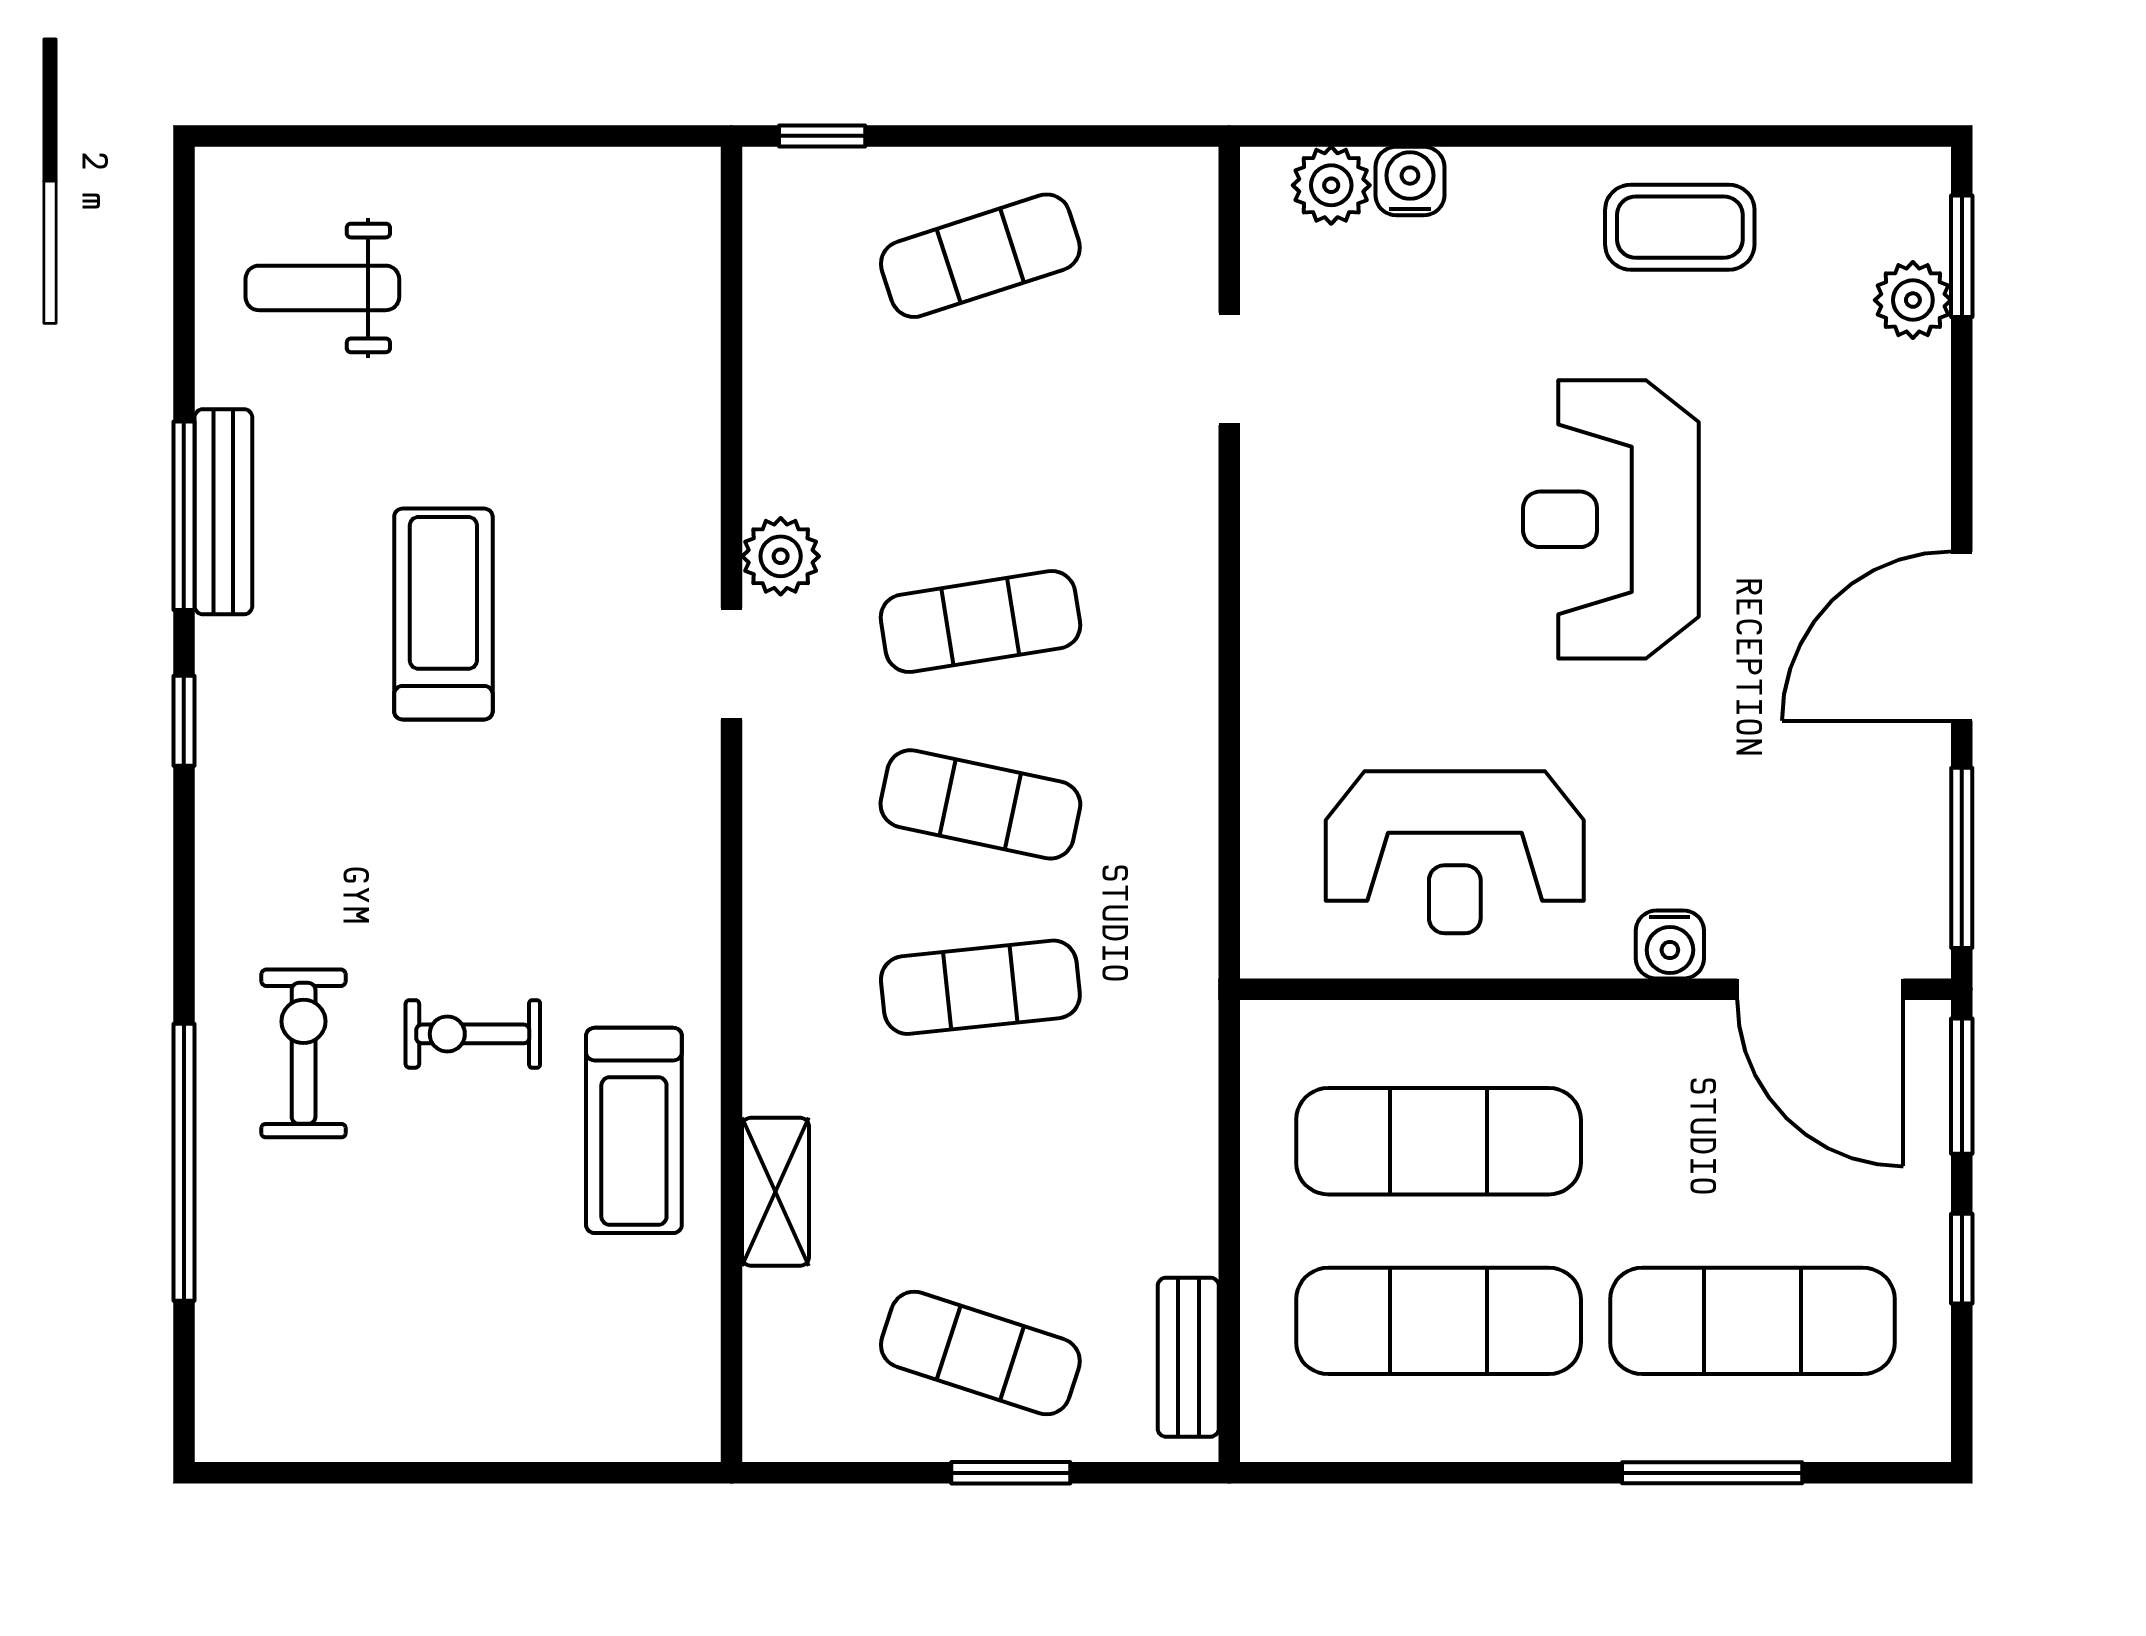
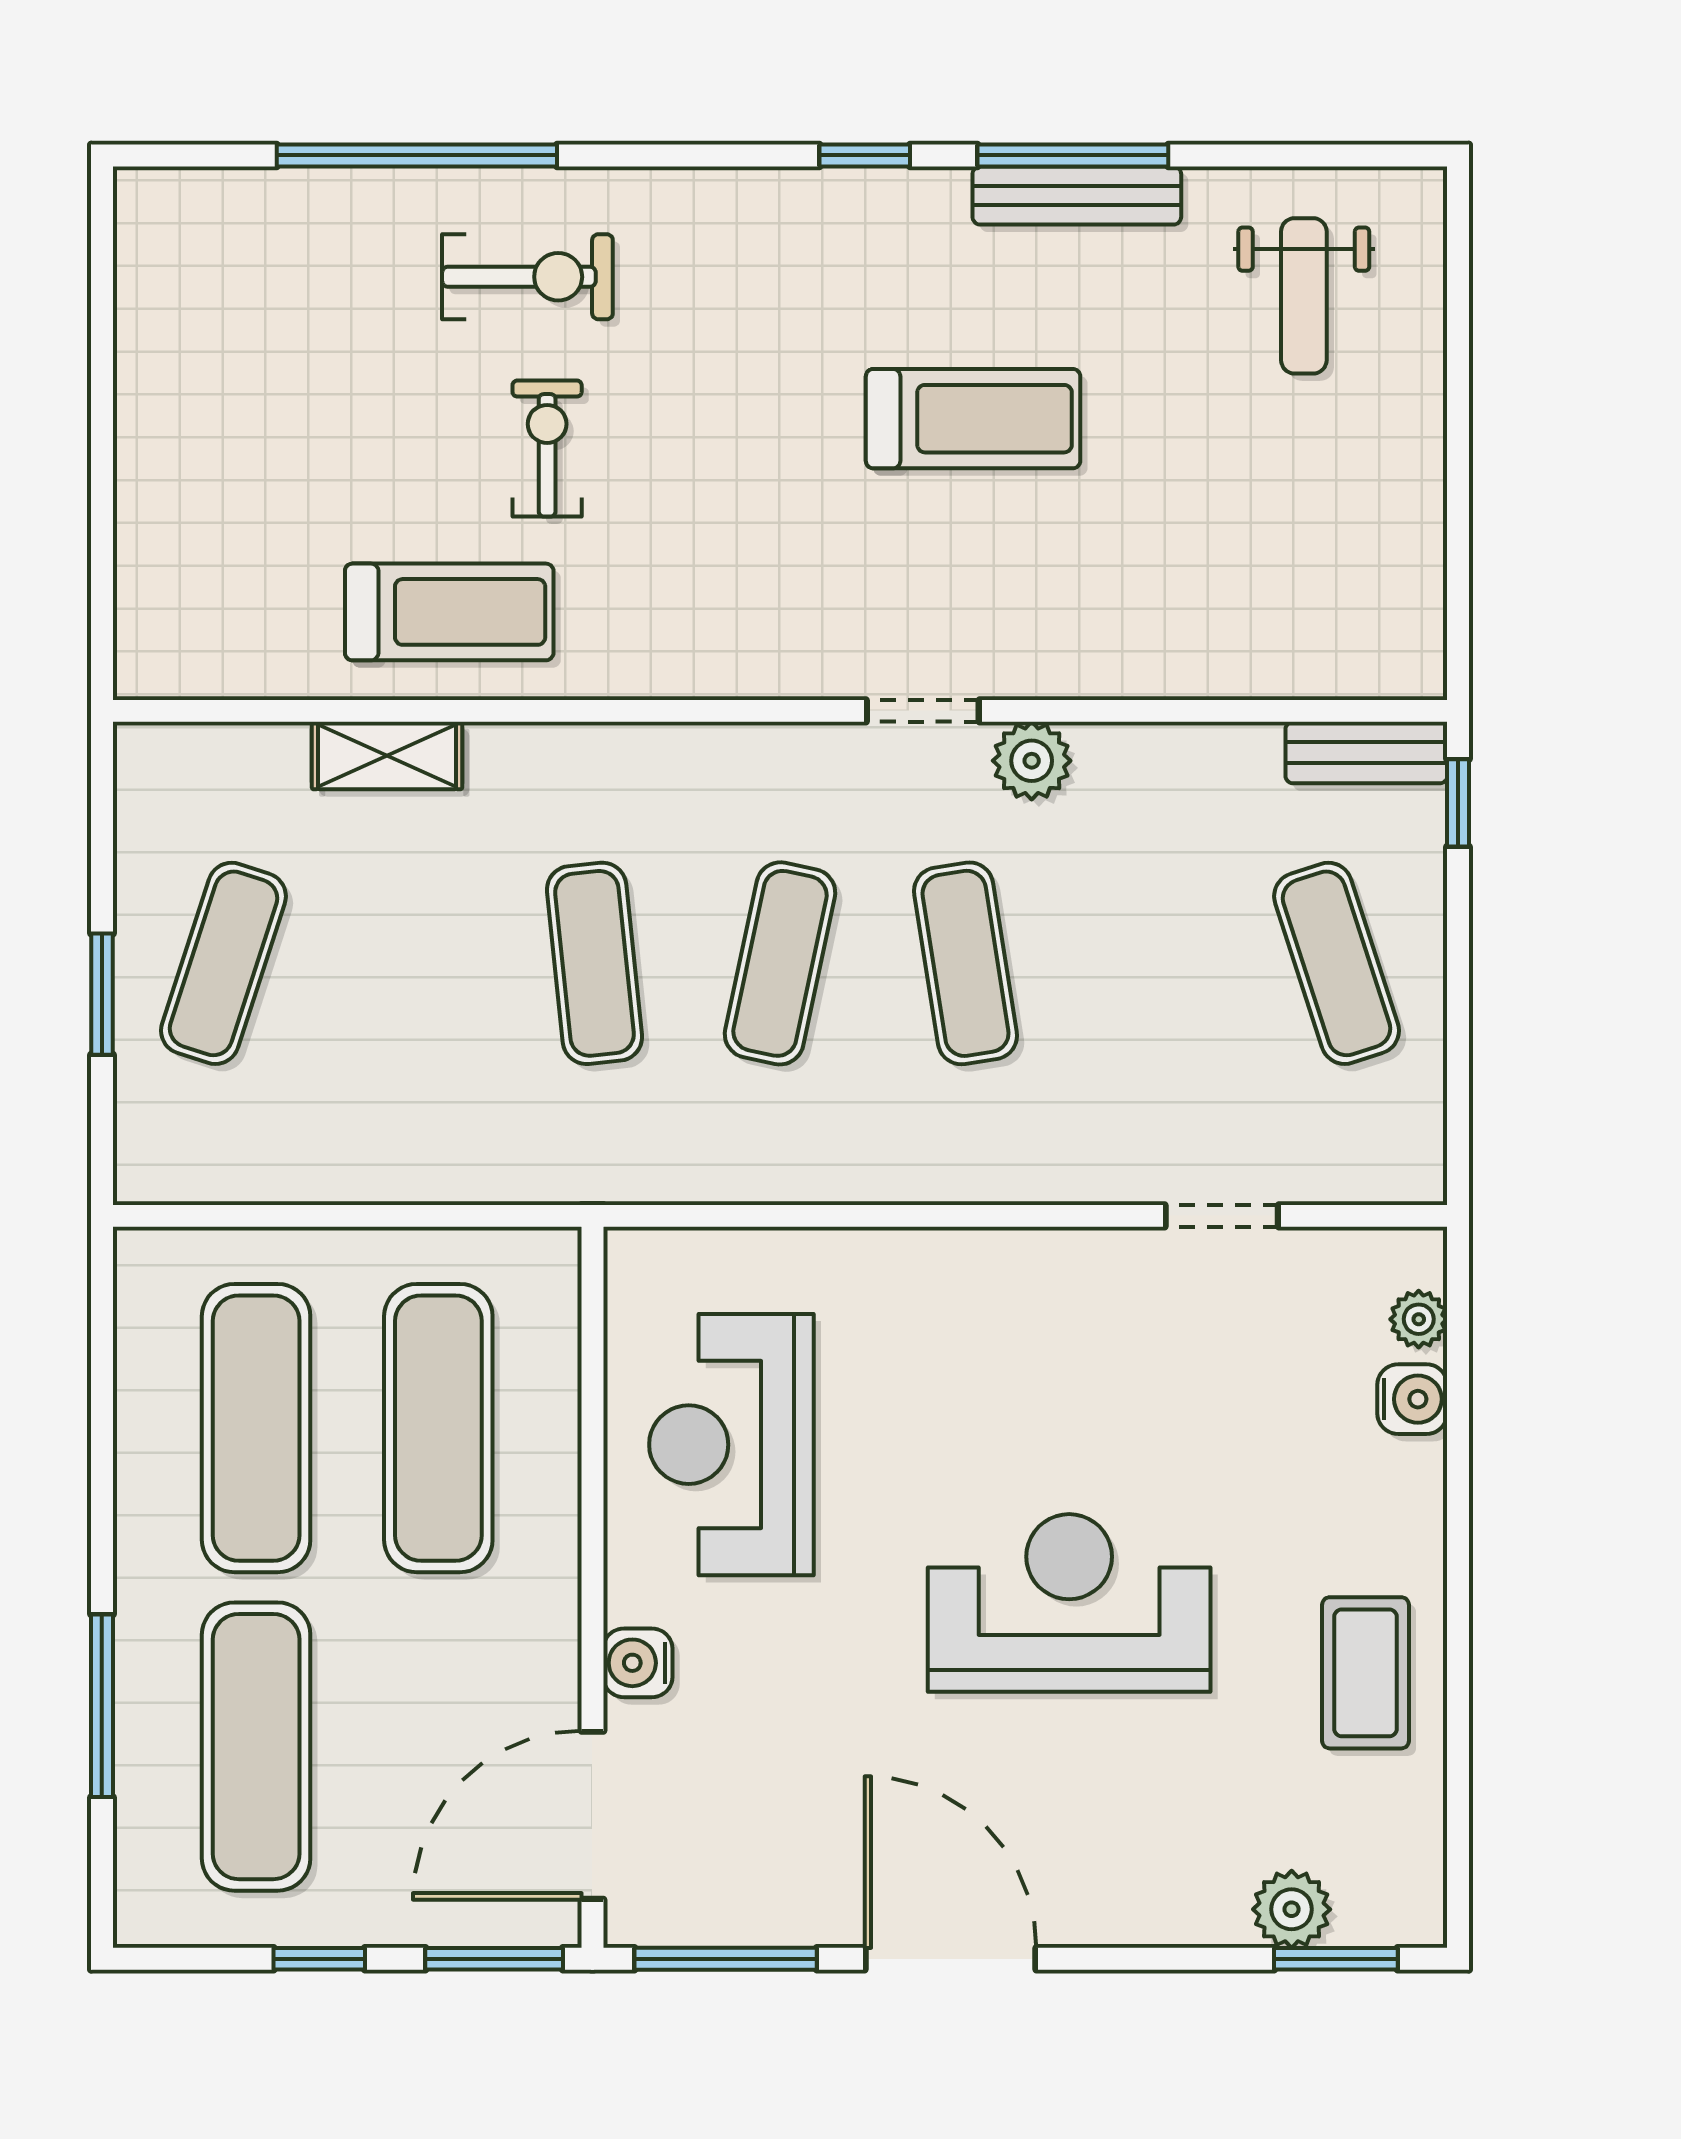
plant: (1331, 185) -> (1419, 1319), width x0.73, depth x0.73
weight bench: (322, 288) -> (1304, 296), turned 180
treadmill: (634, 1130) -> (449, 612), turned 180
bench: (1188, 1357) -> (1366, 753), moved

